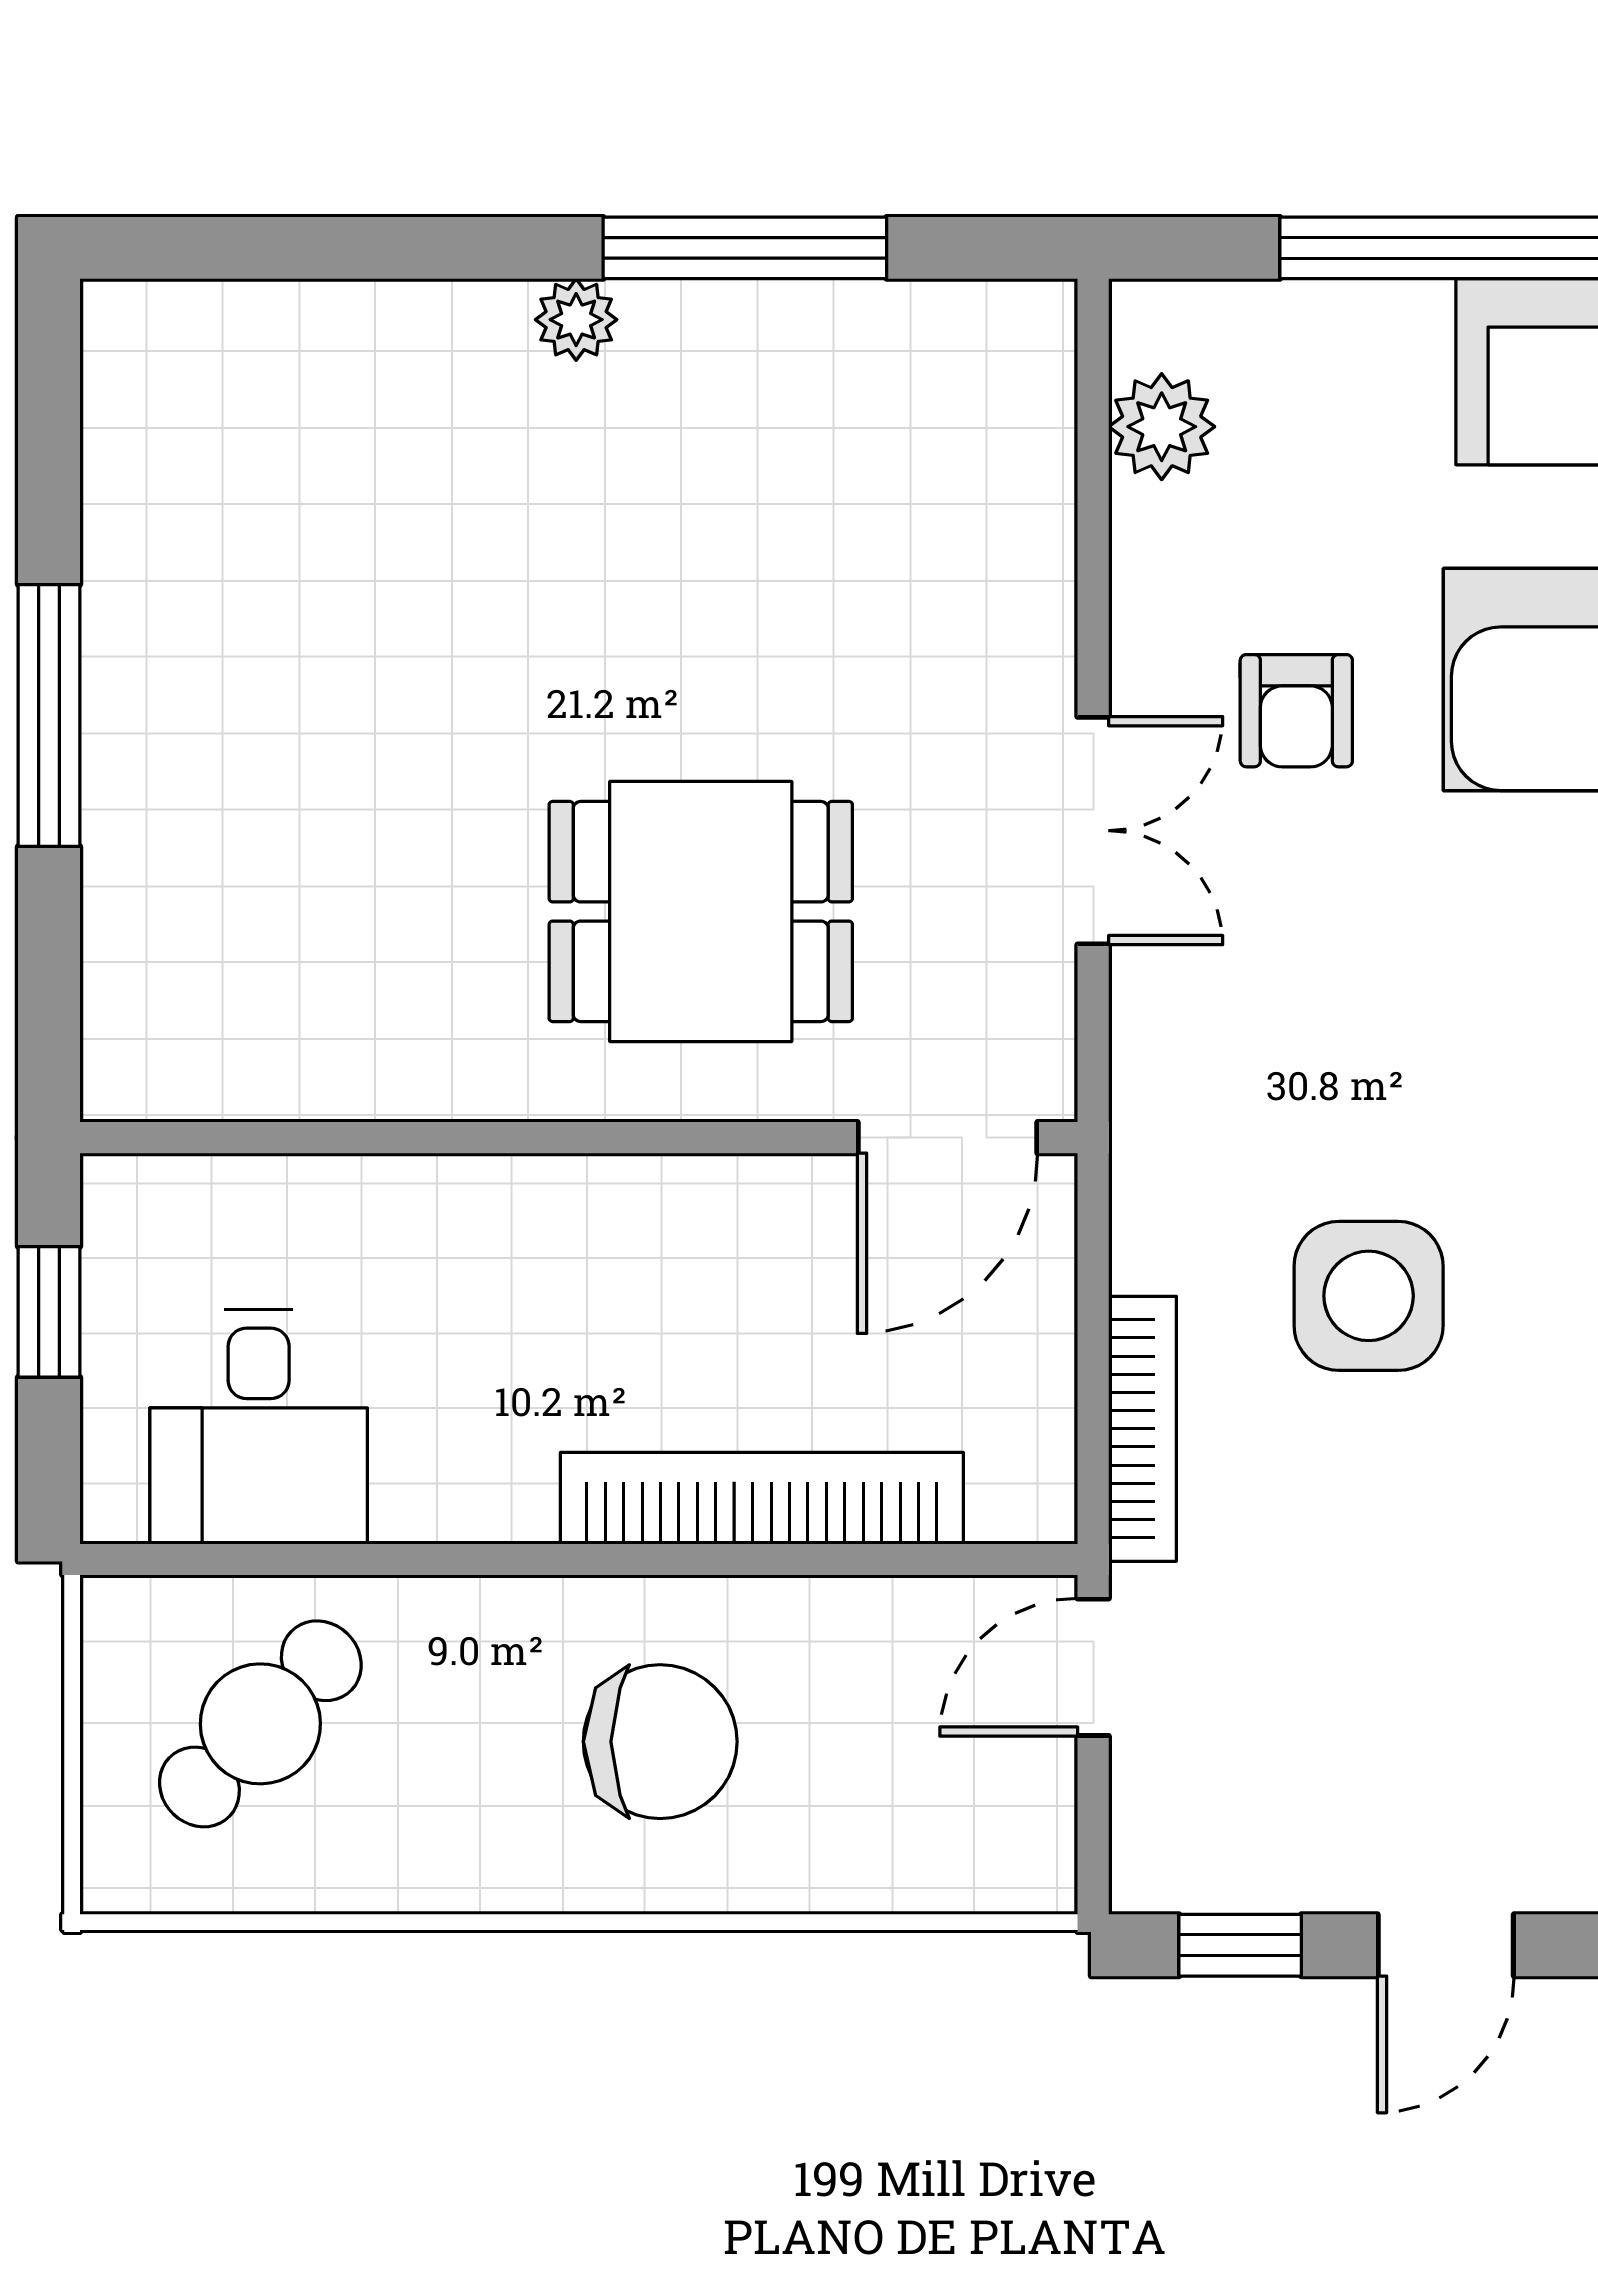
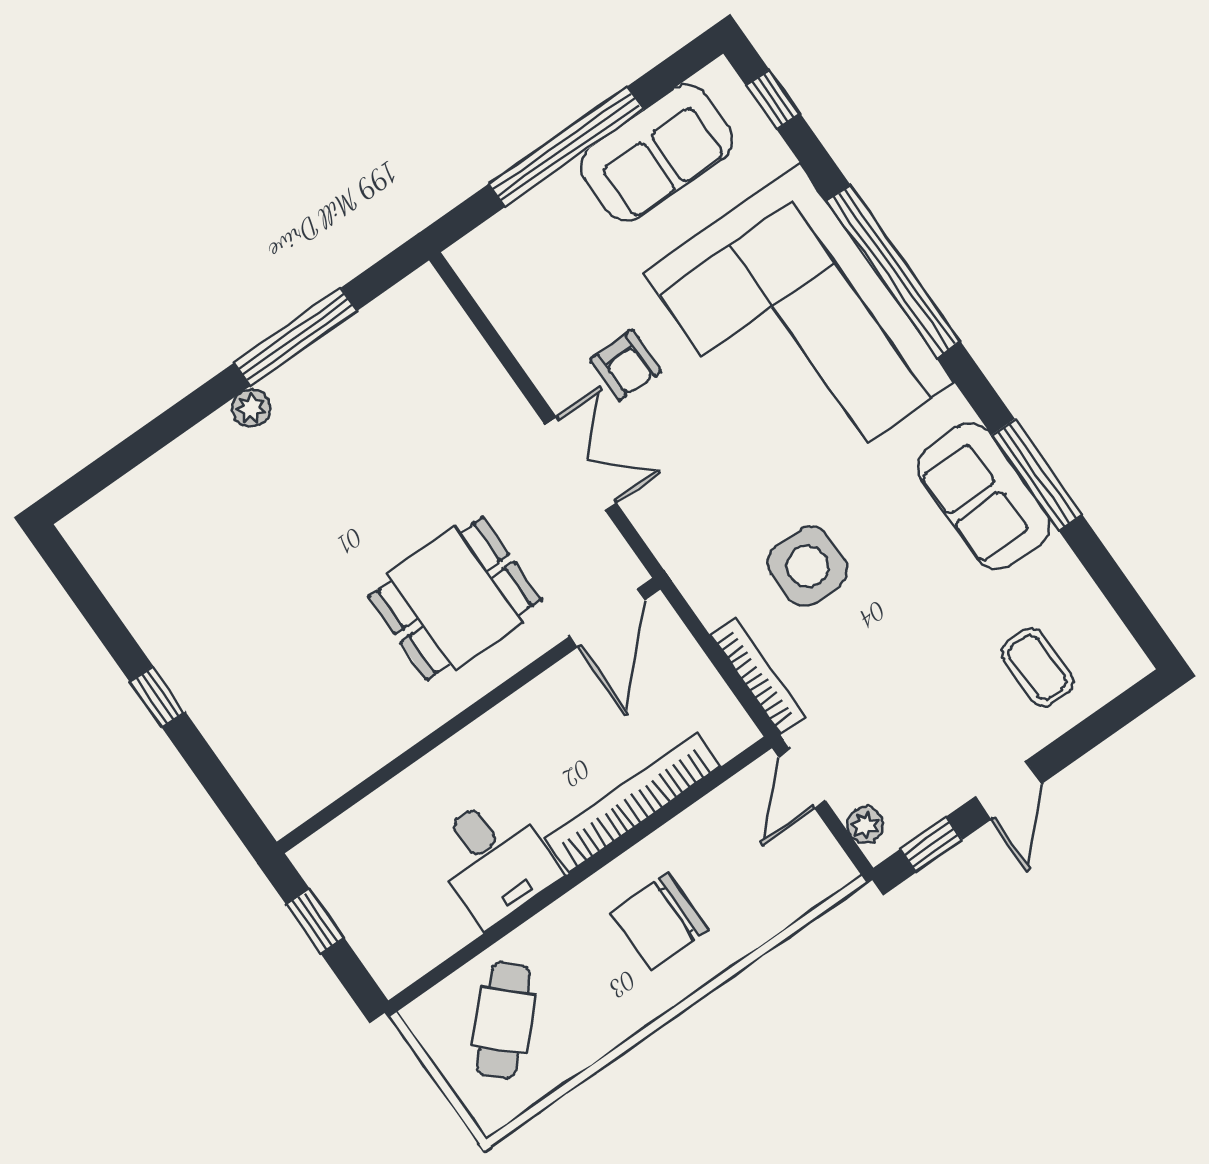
plant: (1162, 427) -> (865, 825), moved, width x0.73, depth x0.73
window: (49, 716) -> (157, 697), width x0.46
desk: (259, 1427) -> (494, 860), moved
chair: (660, 1742) -> (659, 921), turned 180

